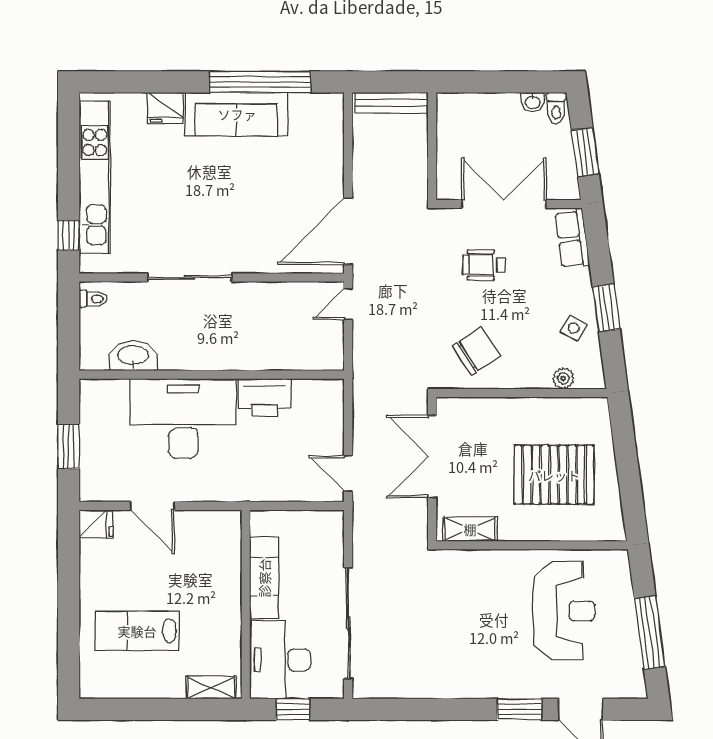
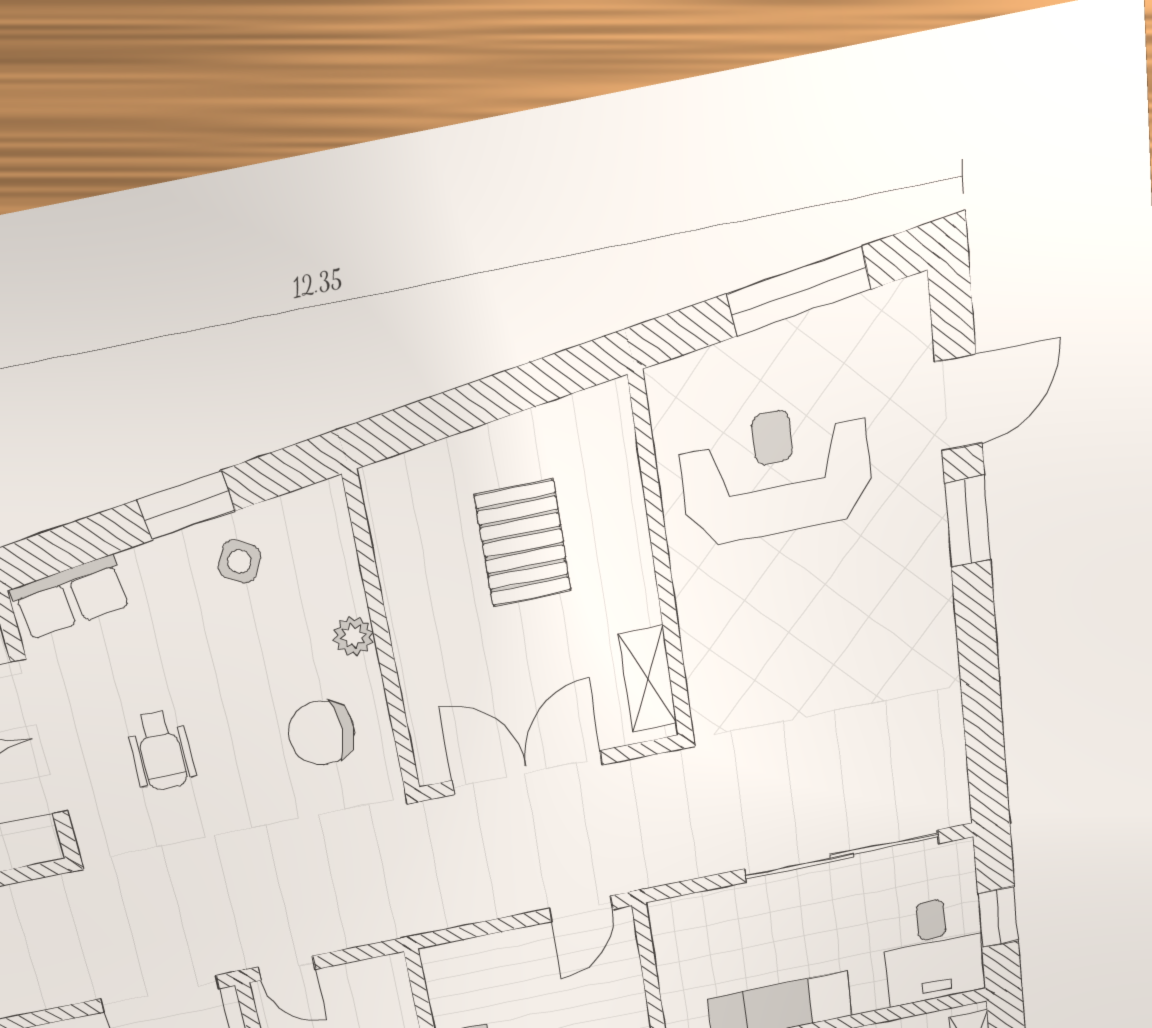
chair: (476, 351) -> (322, 733), turned -57
plant: (563, 378) -> (353, 636), moved
double door: (432, 456) -> (527, 773), swing flipped
pallet: (554, 475) -> (523, 543), width x0.73, depth x0.71
desk: (280, 660) -> (934, 950), width x0.73

